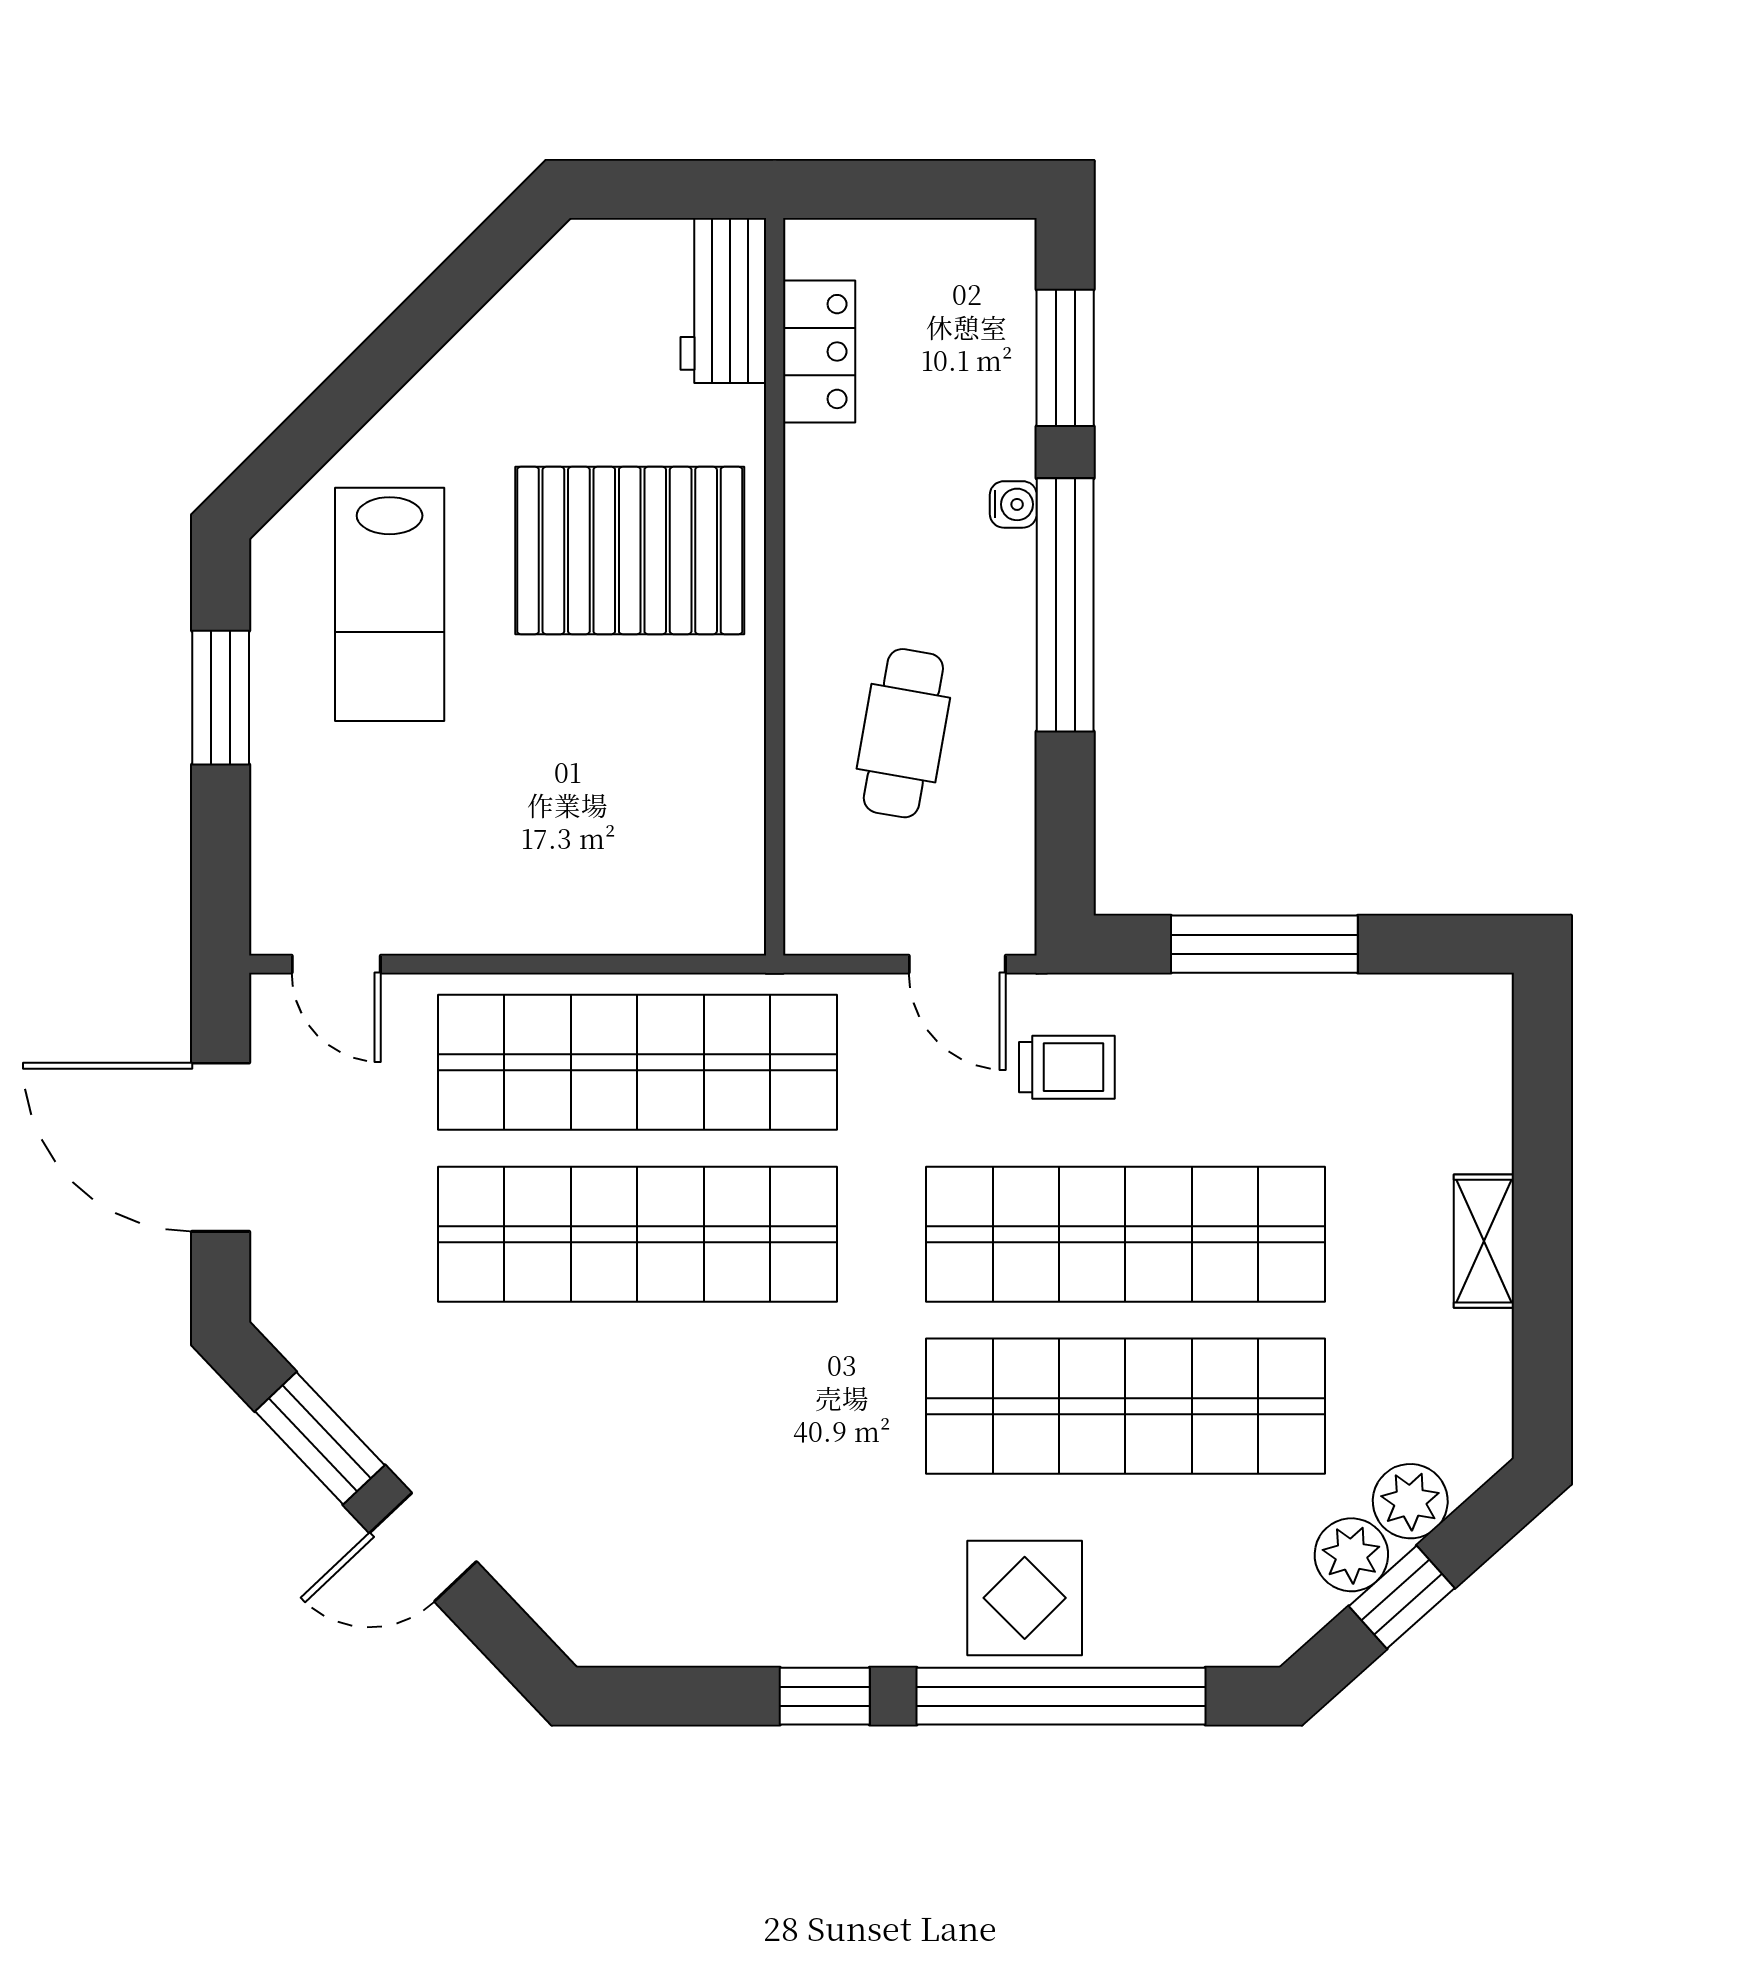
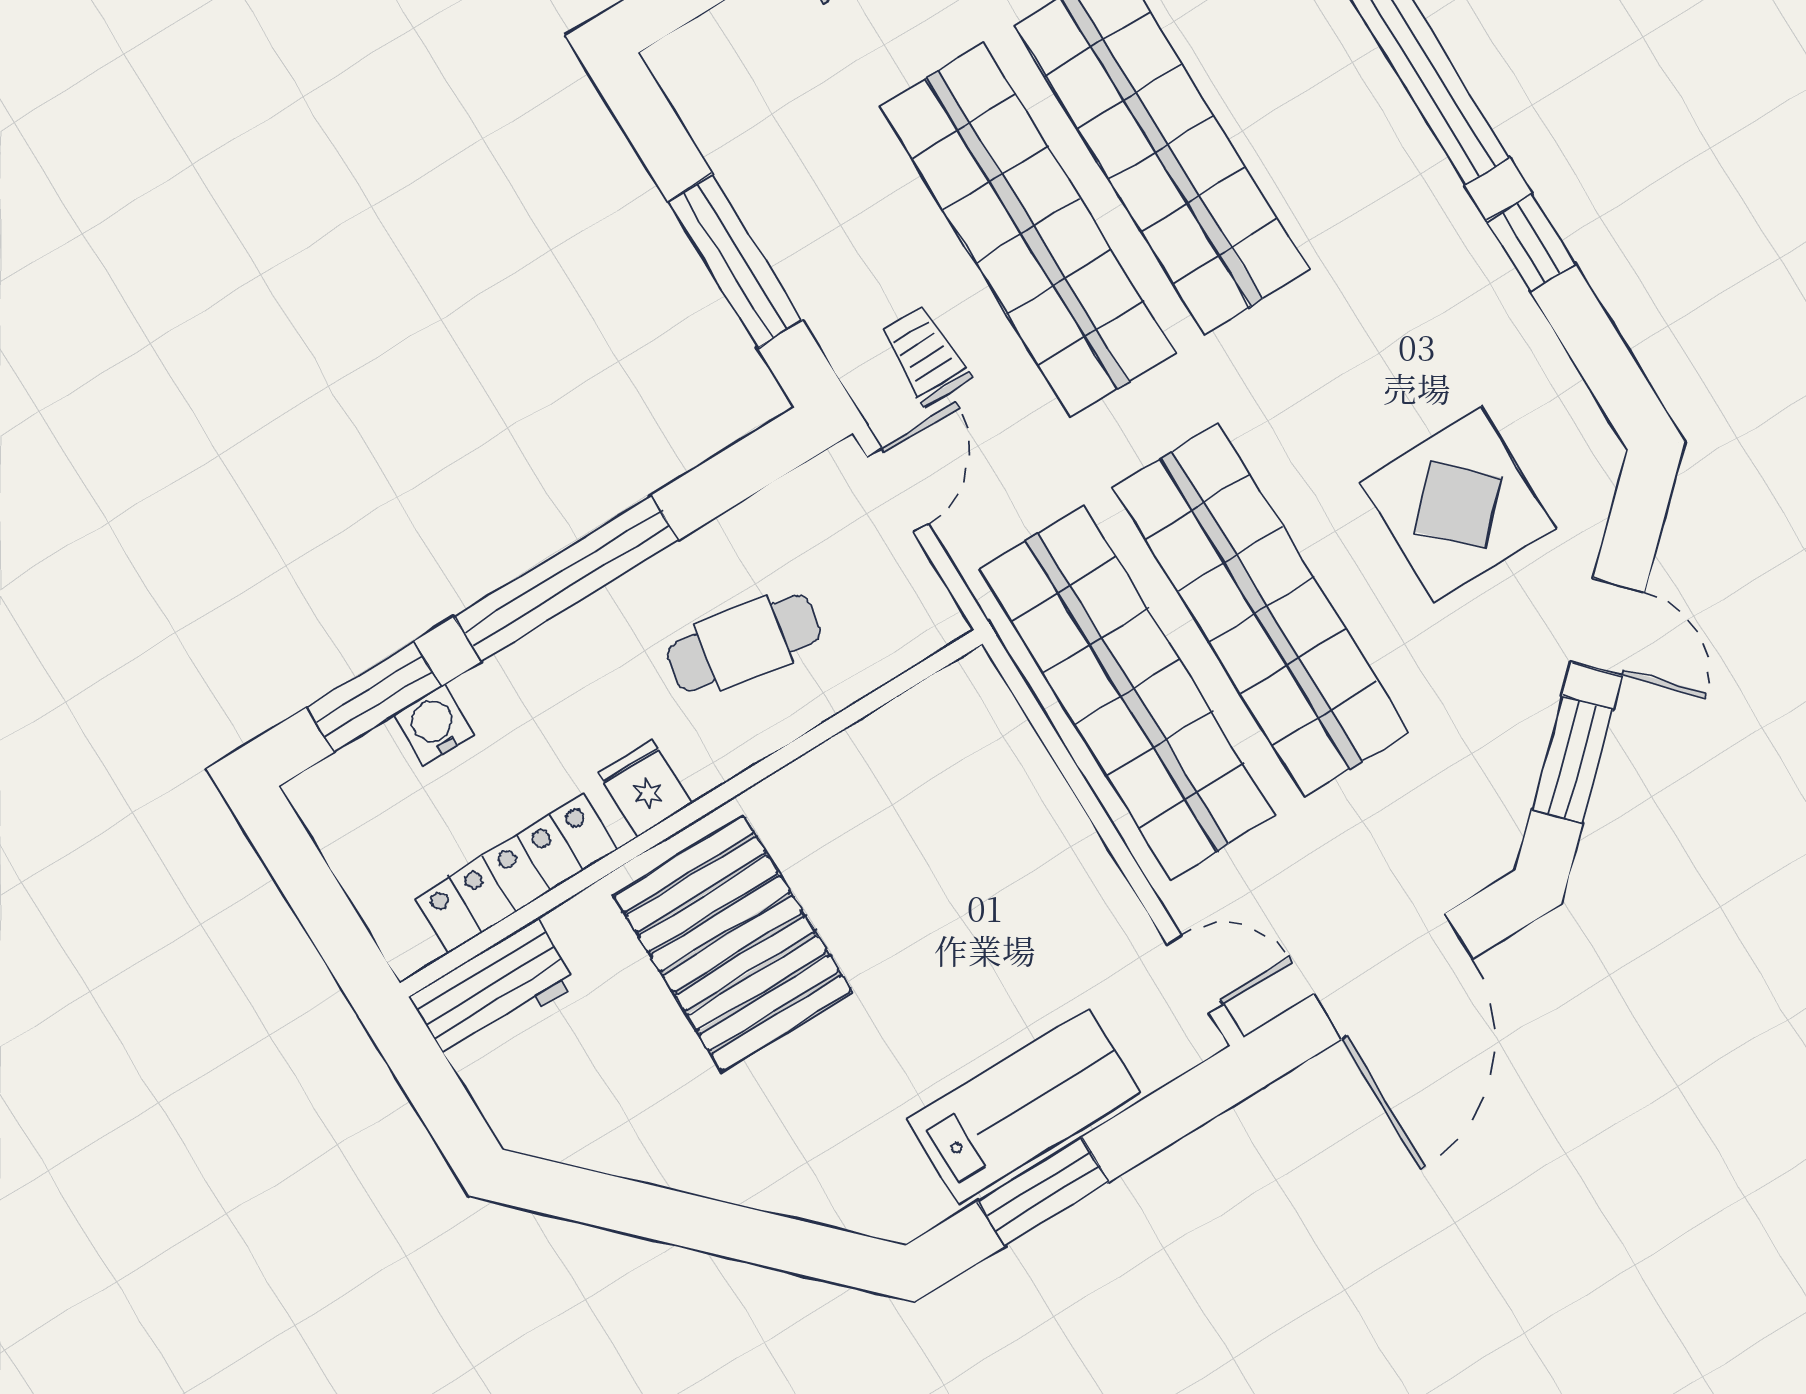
locker: (819, 352) -> (516, 873), width x1.53
water cooler: (1013, 504) -> (434, 725), moved, width x1.38, depth x1.38
fridge: (825, 558) -> (645, 788), added
lab bench: (390, 604) -> (1024, 1106), moved
door: (336, 964) -> (1195, 974), hinge flipped
display table: (1025, 1598) -> (1458, 505), moved, width x1.36, depth x1.36

